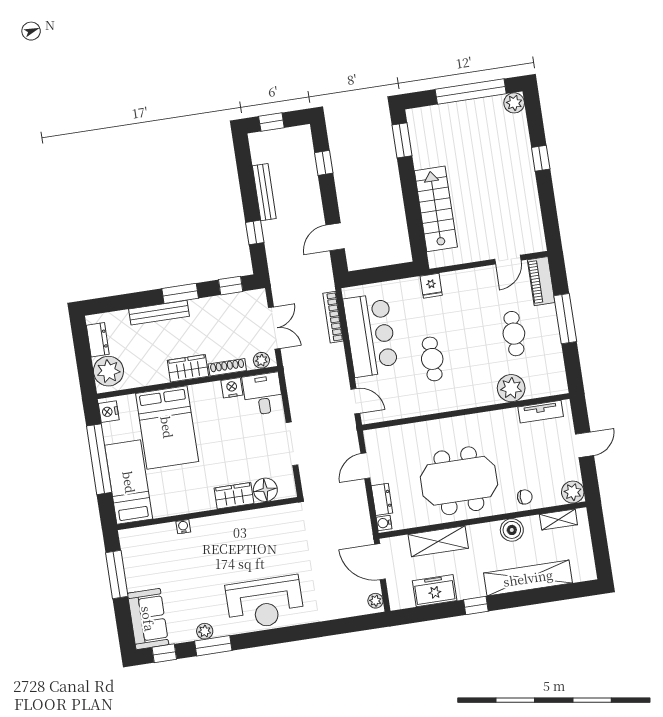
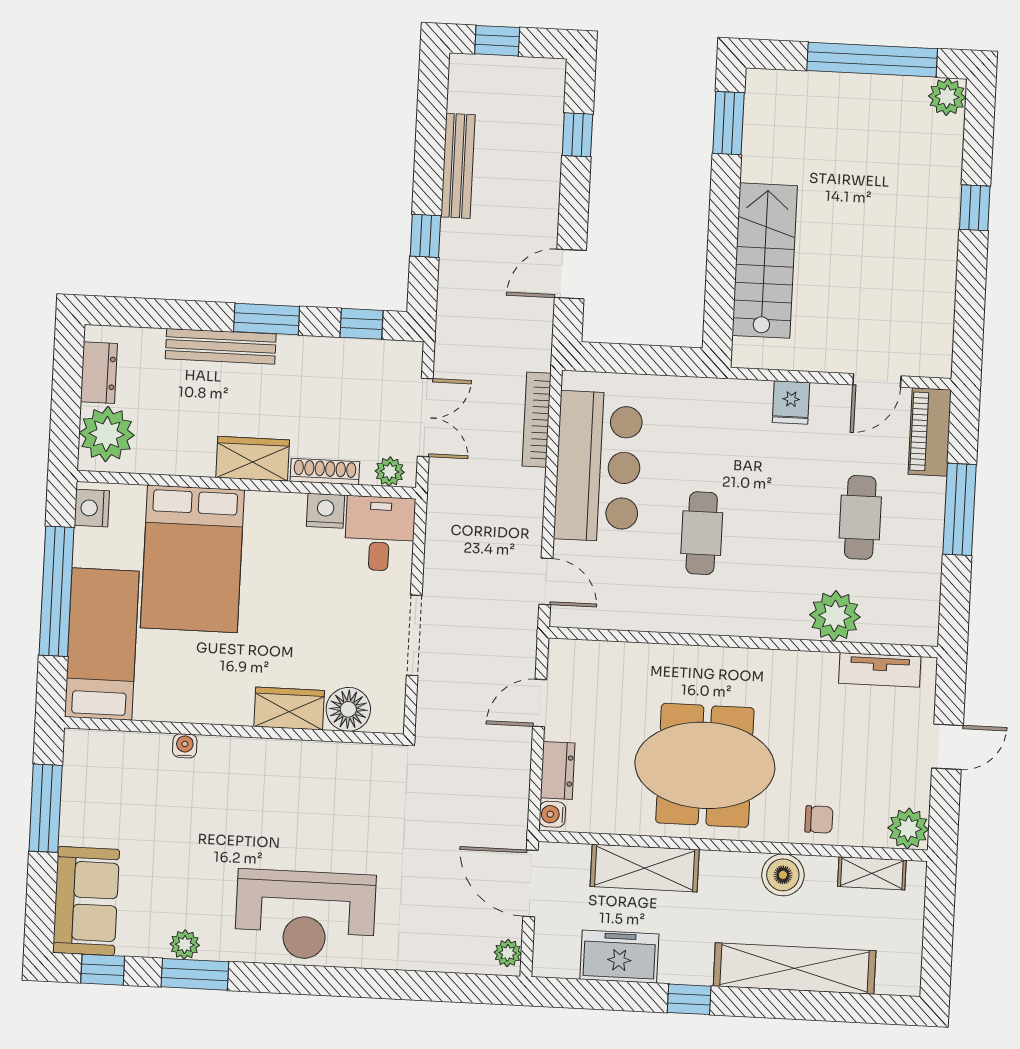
fridge: (431, 286) -> (791, 402), moved

